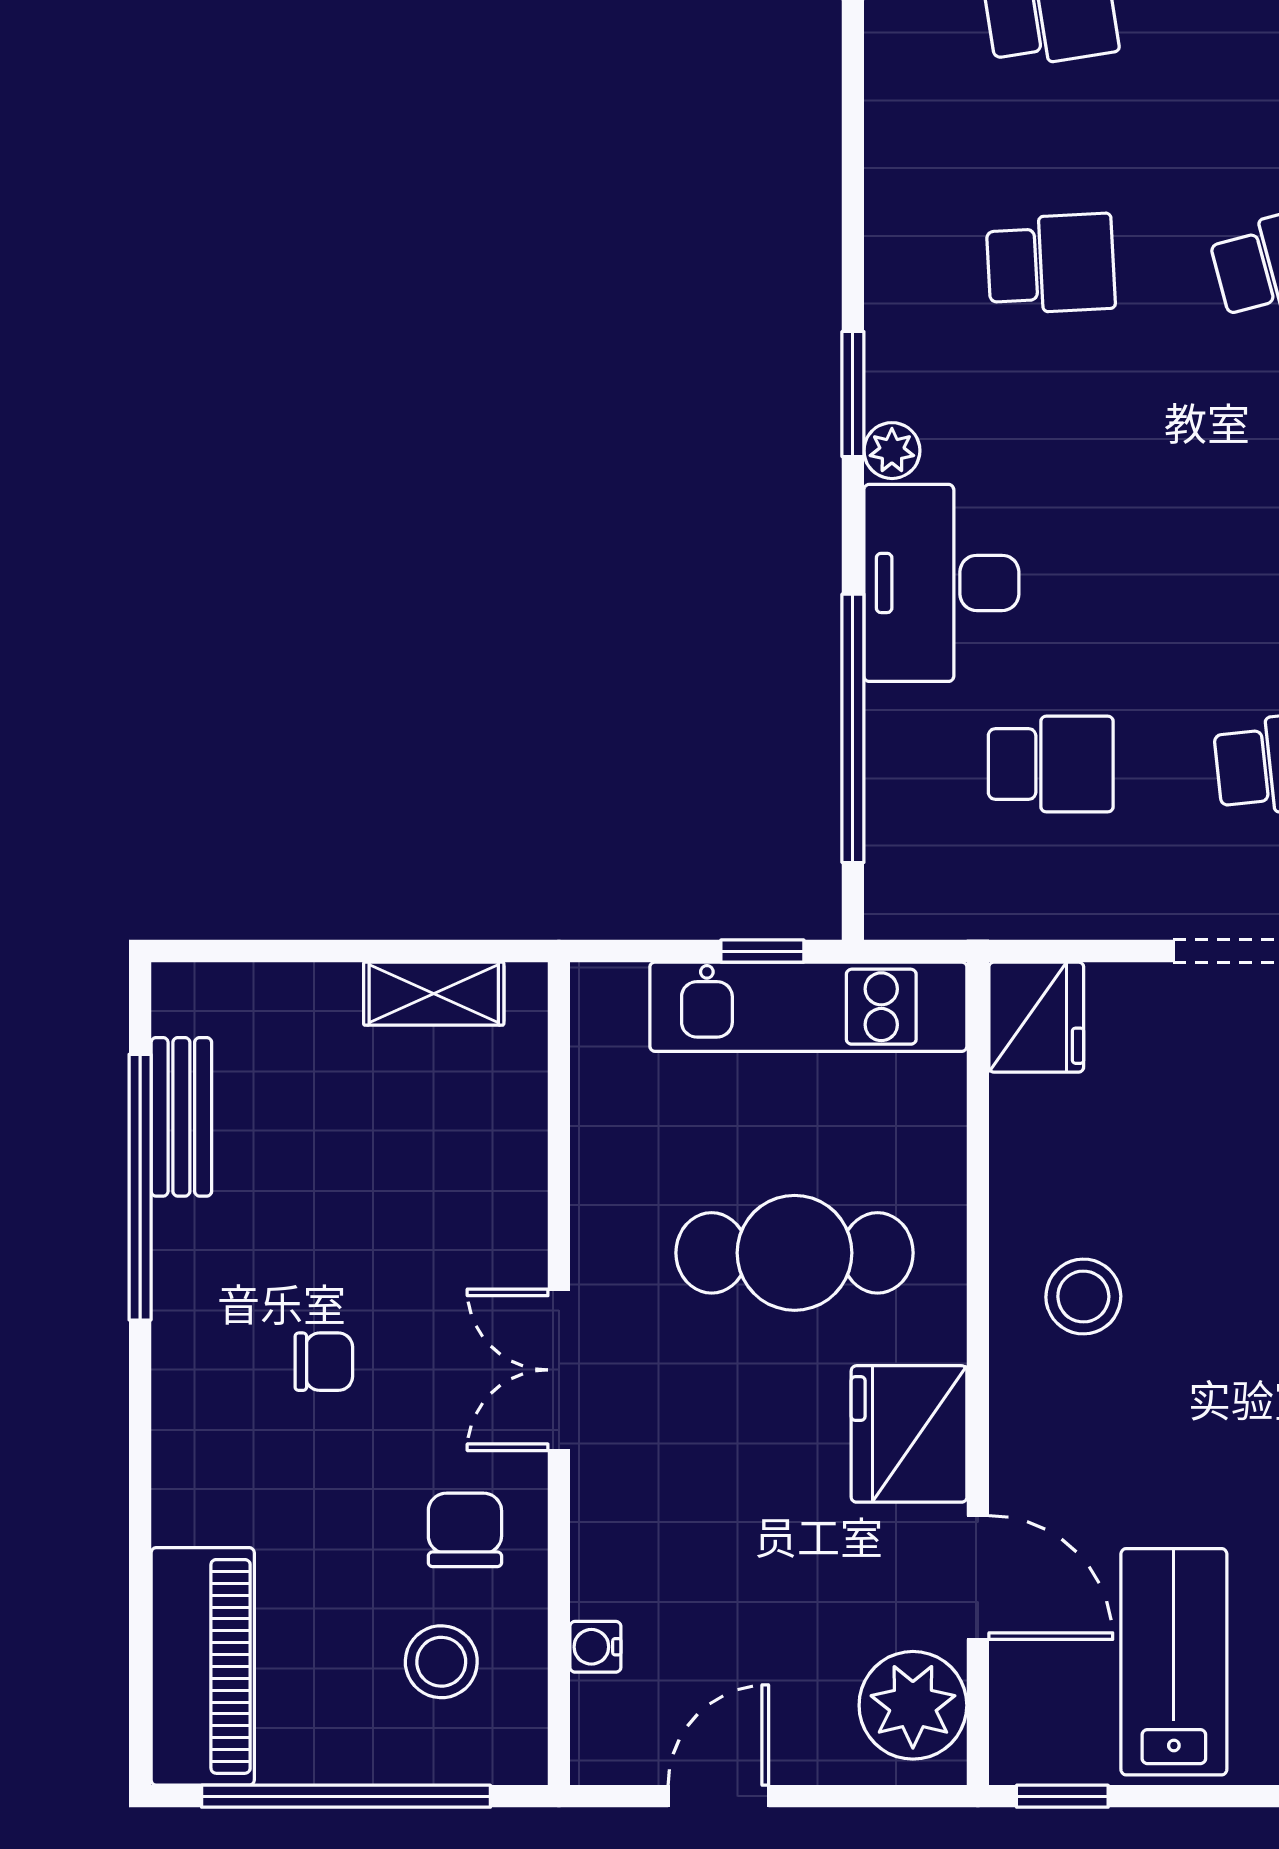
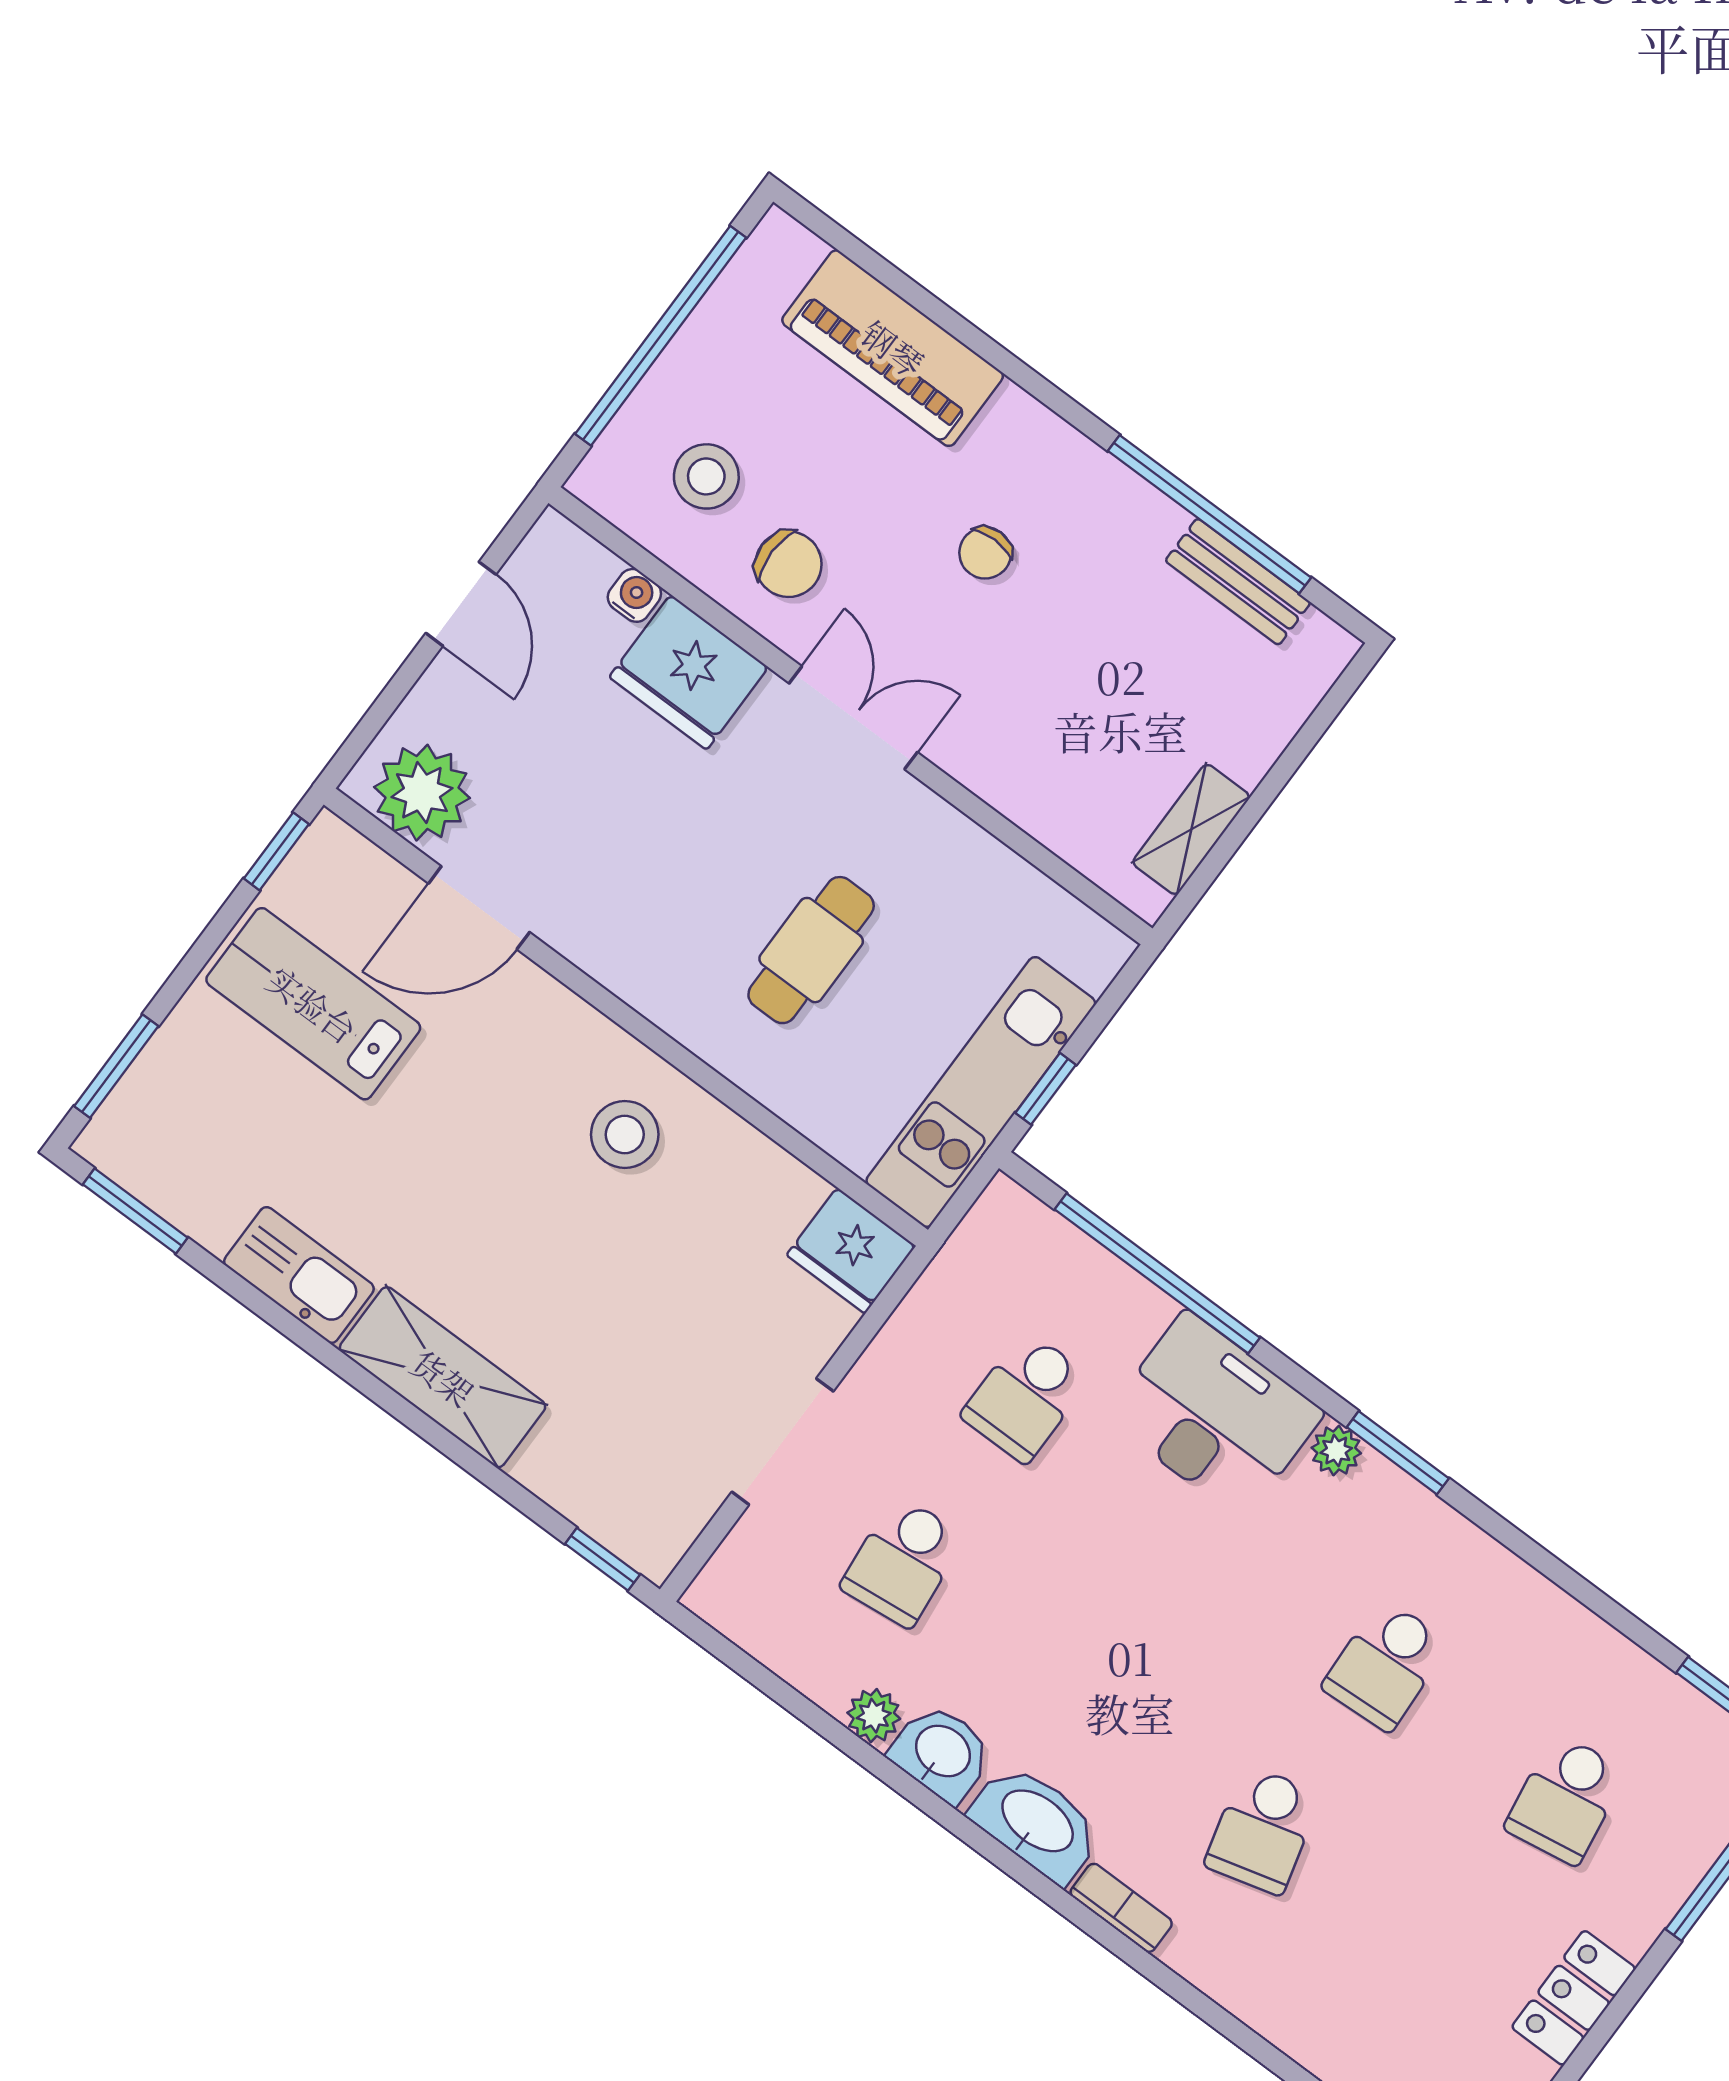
cafe table: (795, 1253) -> (811, 950), width x0.73, depth x0.74
fridge: (909, 1434) -> (689, 672), moved, turned 180
lab bench: (1174, 1662) -> (313, 1004), turned 180
piano: (203, 1666) -> (893, 348), moved

